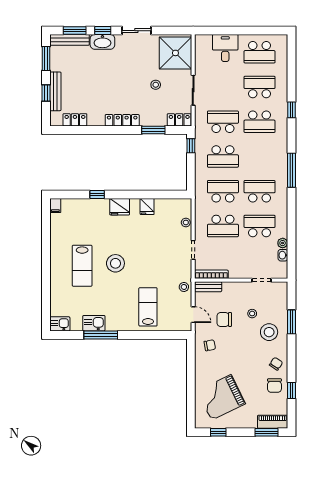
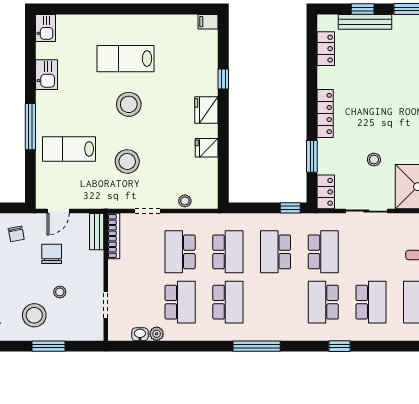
stool: (184, 287) -> (127, 161), moved, width x1.89, depth x1.89
lab bench: (148, 307) -> (69, 149), turned 180
window: (101, 335) -> (30, 127), moved

